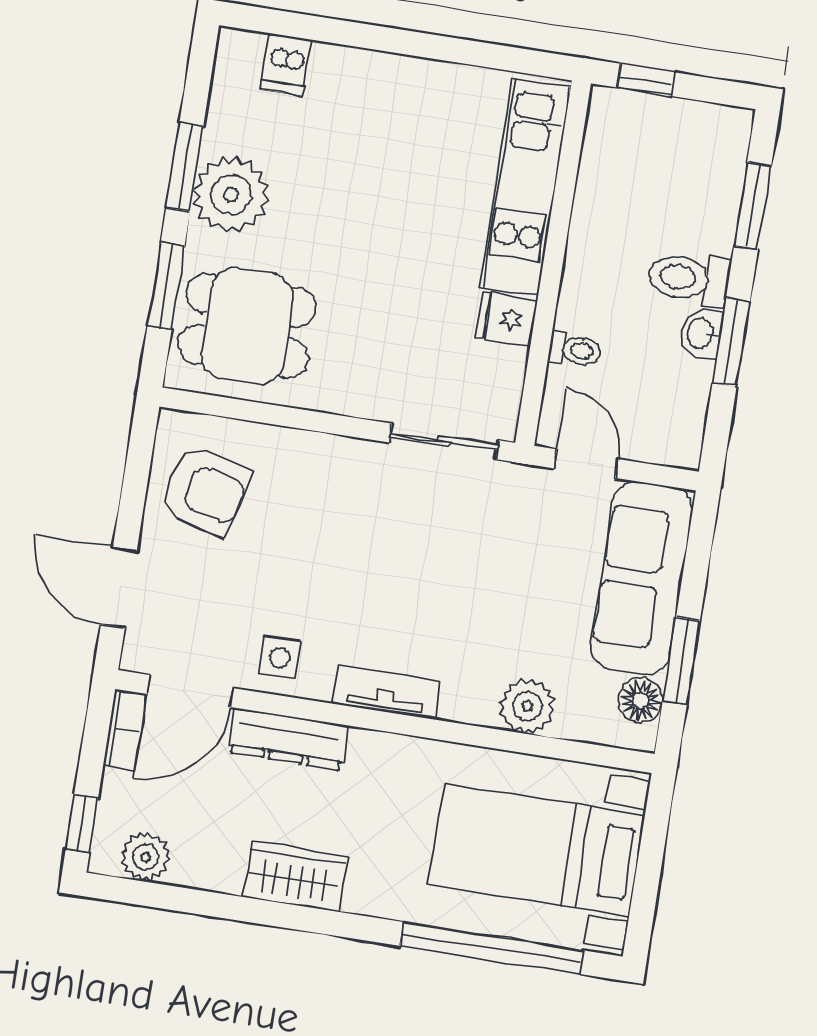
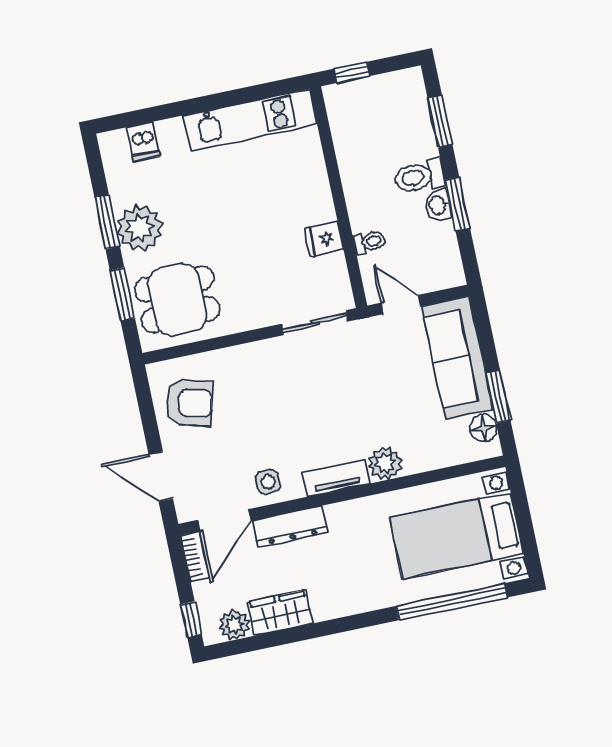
kitchen unit: (525, 187) -> (250, 120), moved, turned -90
plant: (527, 706) -> (385, 463), moved
wardrobe: (295, 877) -> (280, 613), moved

